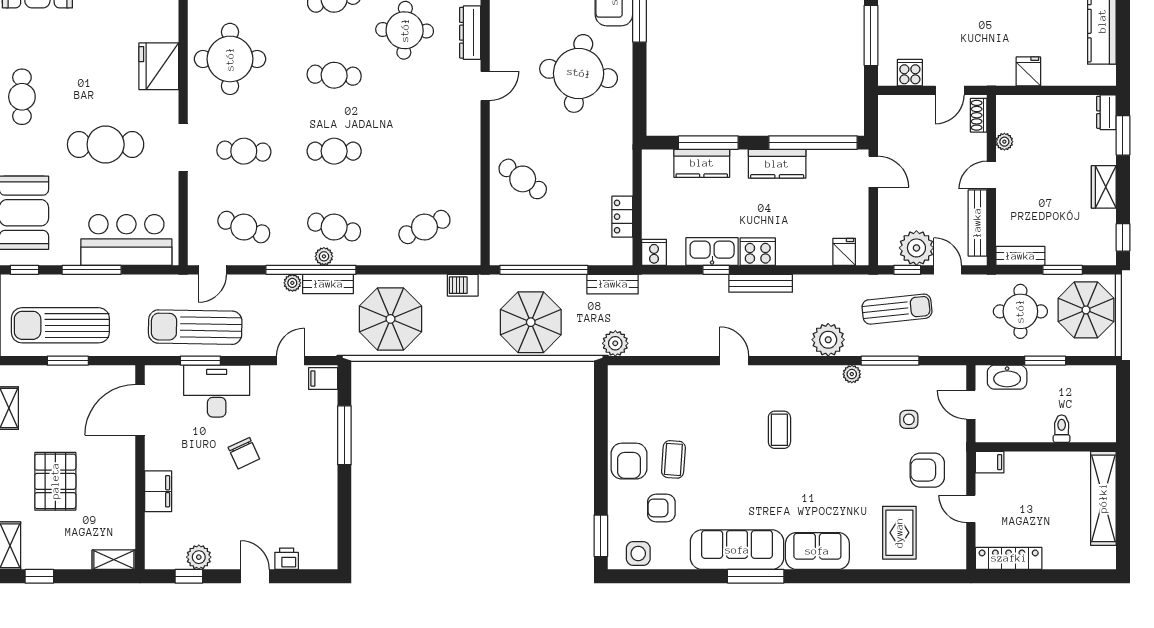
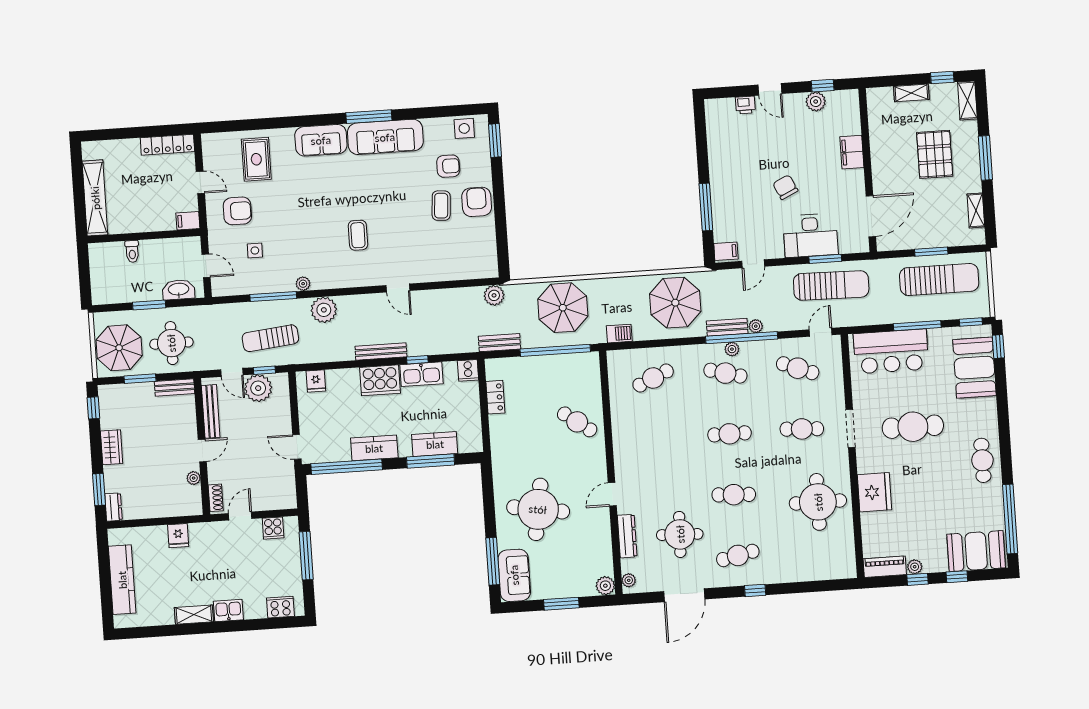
cooker: (758, 252) -> (380, 380), width x1.37, depth x1.31
shelving: (114, 560) -> (911, 93), moved

